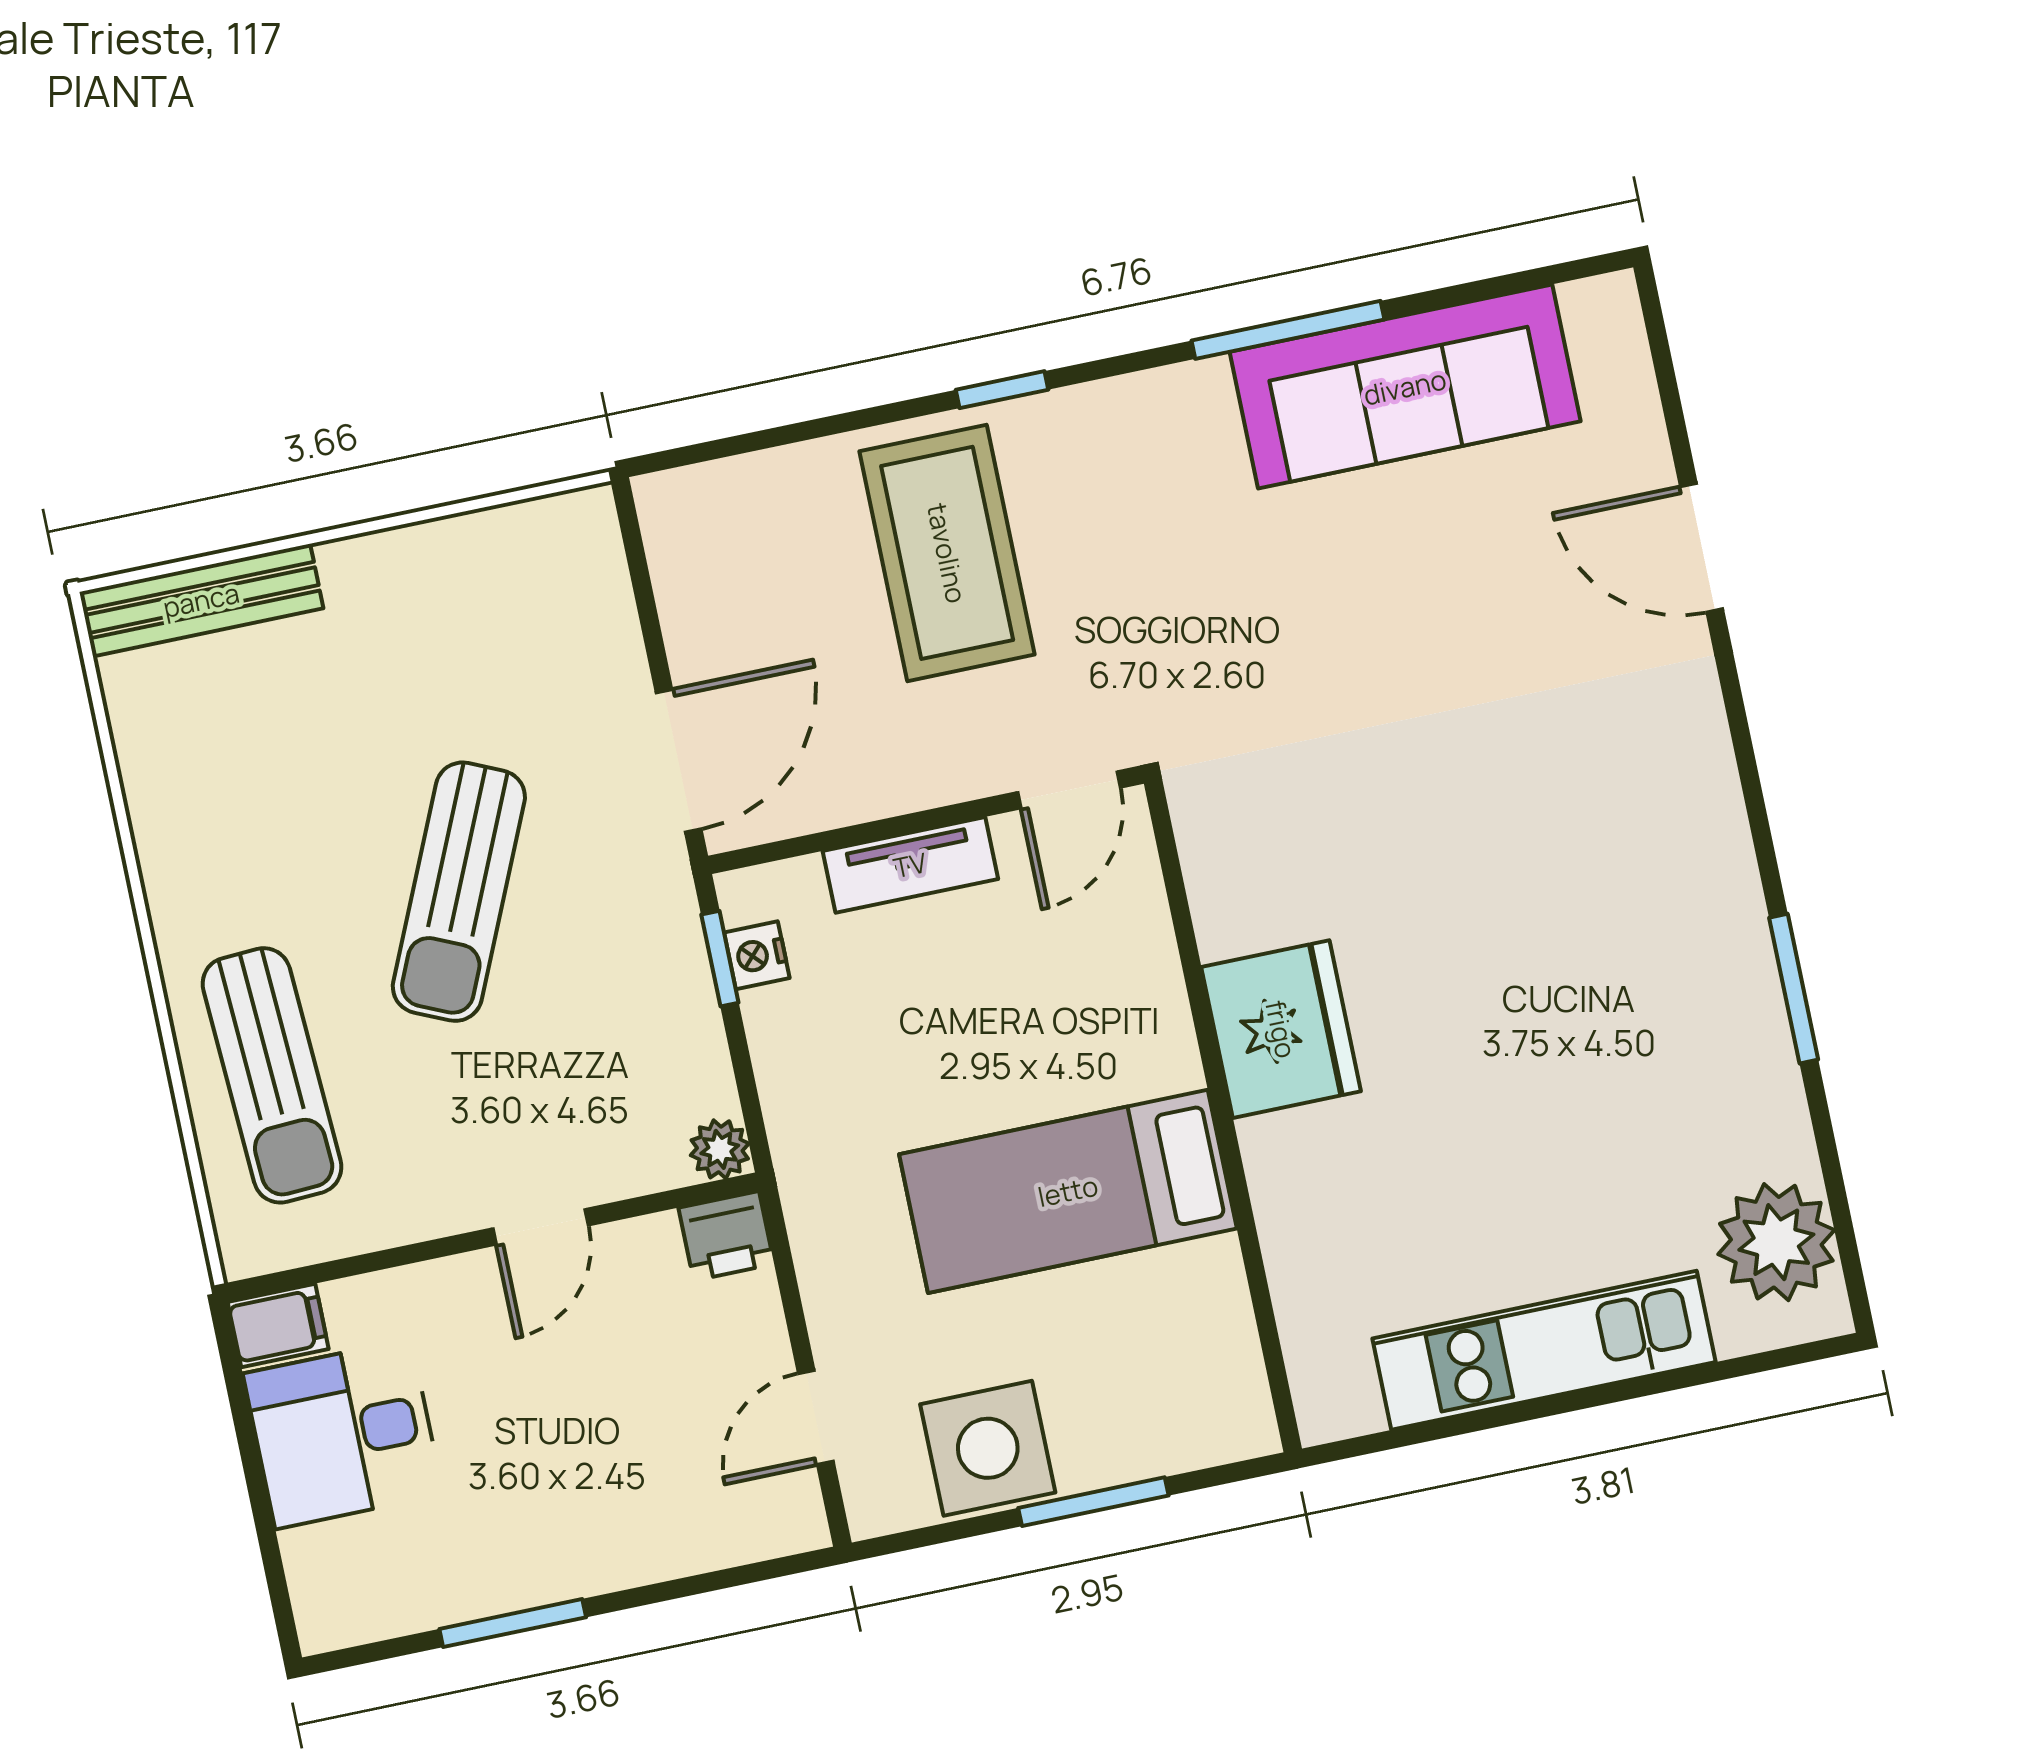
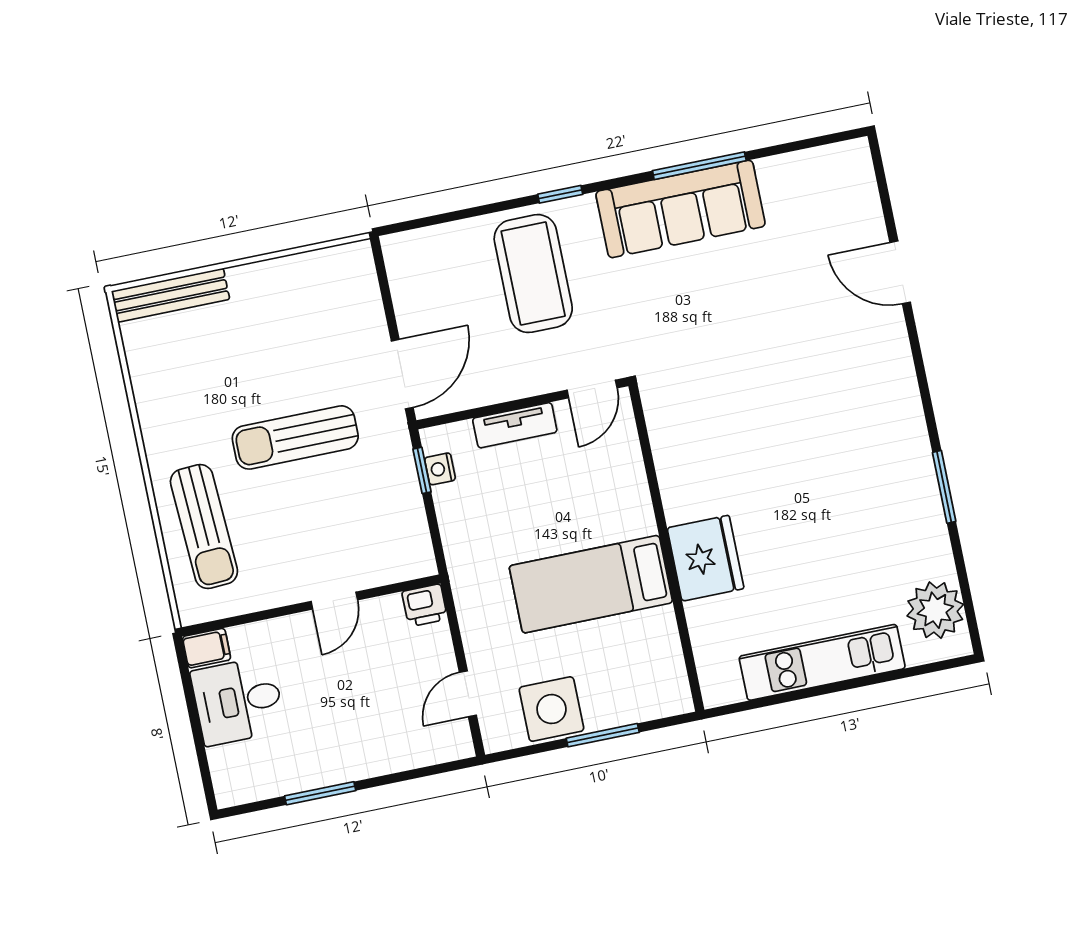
sofa: (1405, 387) -> (680, 209), moved
sun lounger: (459, 892) -> (295, 437), turned 66
fridge: (1281, 1029) -> (706, 558), moved
plant: (720, 1149) -> (422, 563), removed

